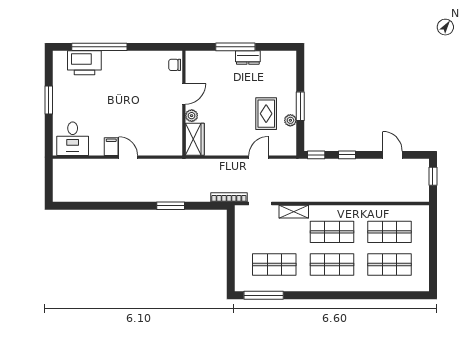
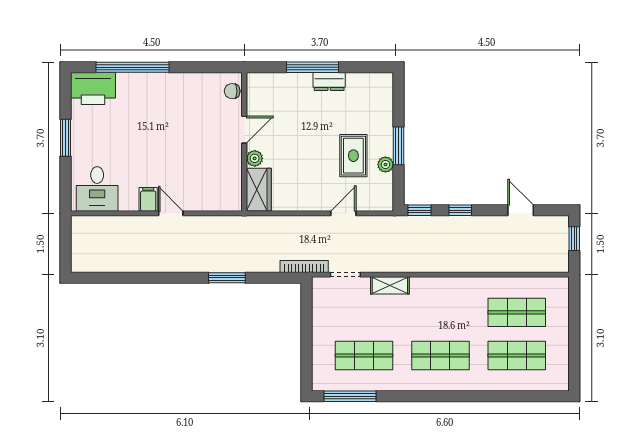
printer: (84, 63) -> (93, 88), moved
shop shelf: (332, 232) -> (440, 312), removed

